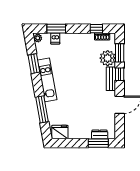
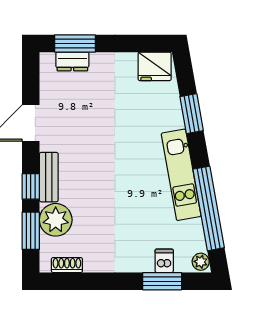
window: (96, 29) -> (79, 281), removed
window: (34, 64) -> (209, 208), width x2.11
window: (42, 109) -> (192, 114), width x0.69

